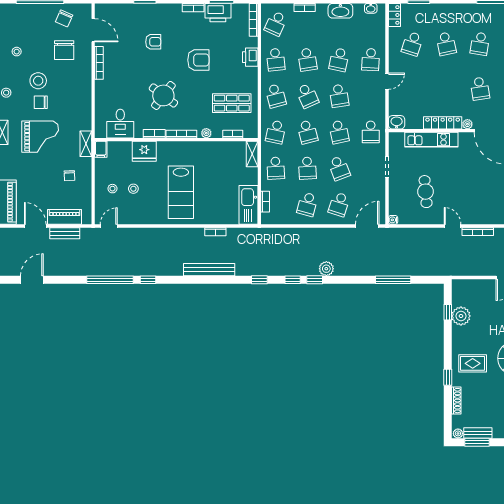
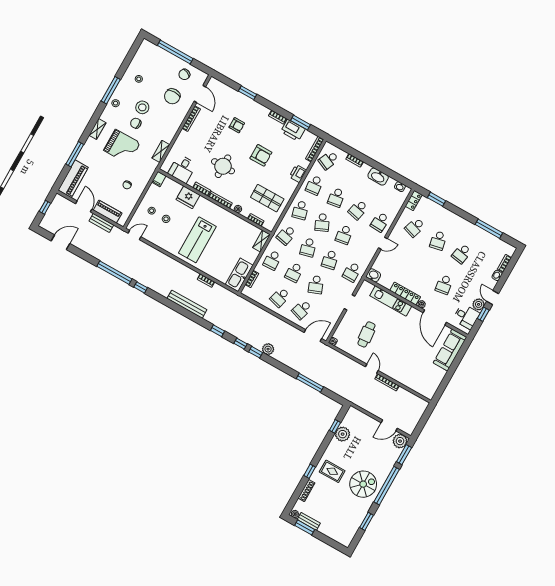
round table: (163, 95) -> (223, 166), turned -37
shelving: (86, 144) -> (161, 151), moved

